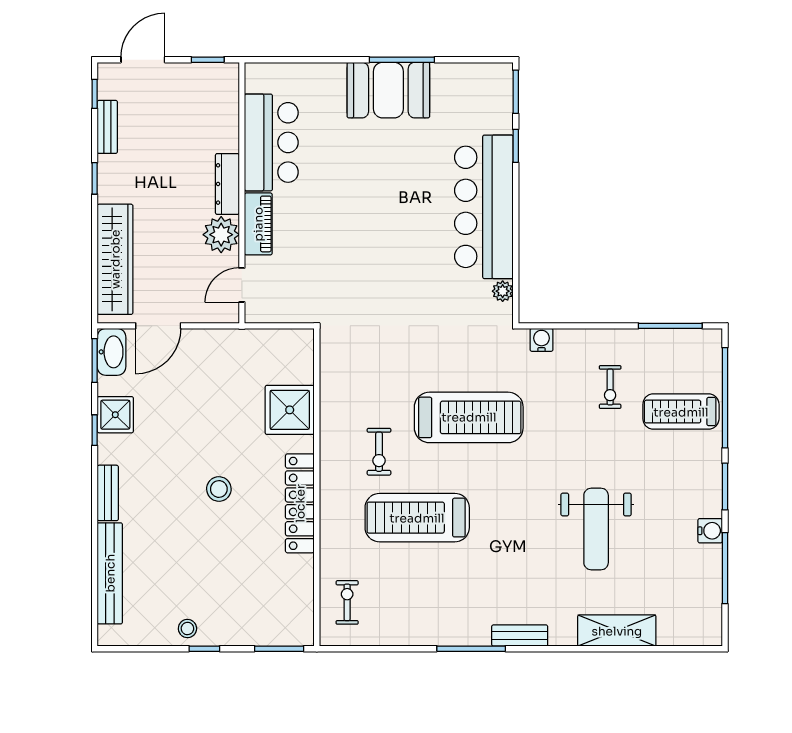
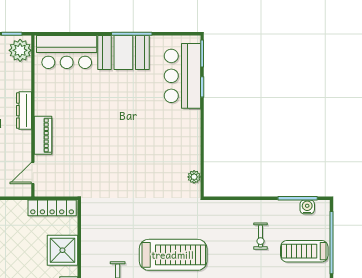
bar counter: (271, 142) -> (67, 52), moved, turned 90
bar counter: (484, 207) -> (182, 76), moved, width x0.73
plant: (221, 235) -> (20, 50), moved
water cooler: (542, 340) -> (307, 207), moved
locker: (273, 341) -> (52, 208), added

